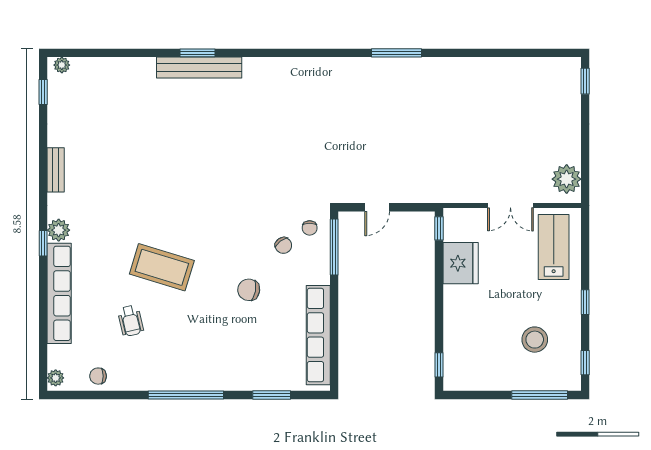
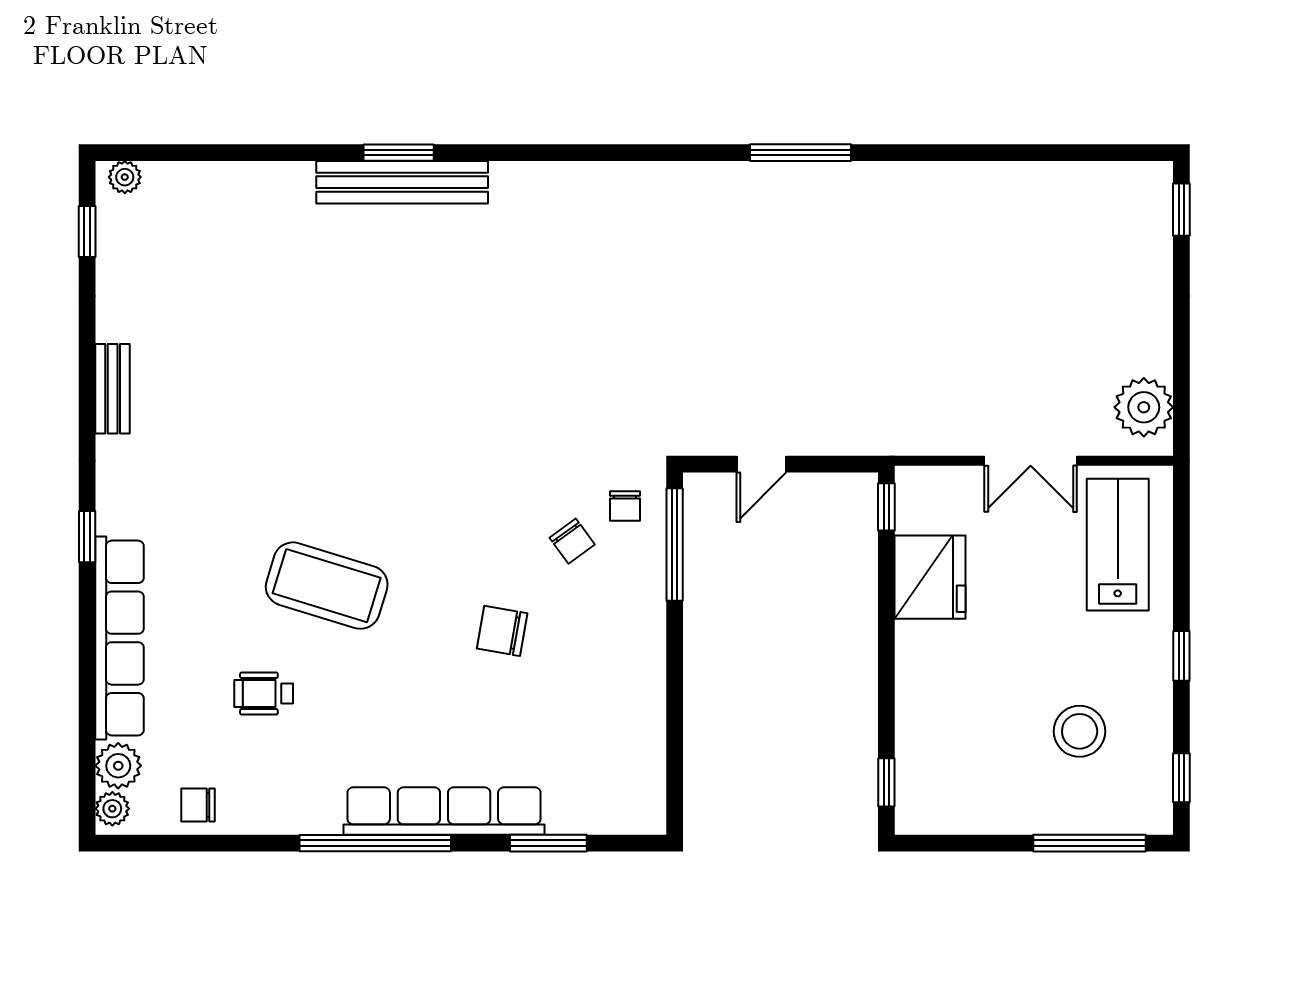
plant: (59, 230) -> (118, 766), moved
wheelchair: (131, 321) -> (264, 694), turned 103
row of seats: (318, 335) -> (444, 811), moved, turned 90

